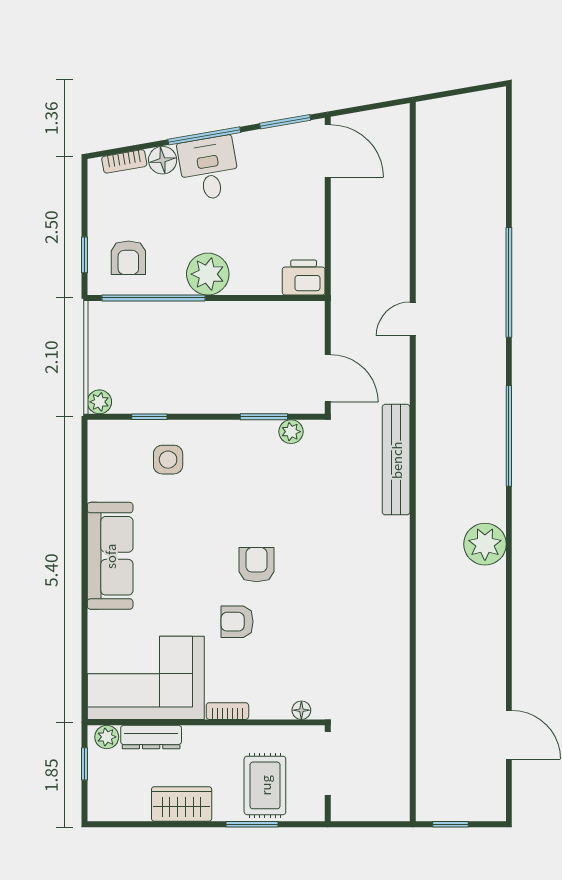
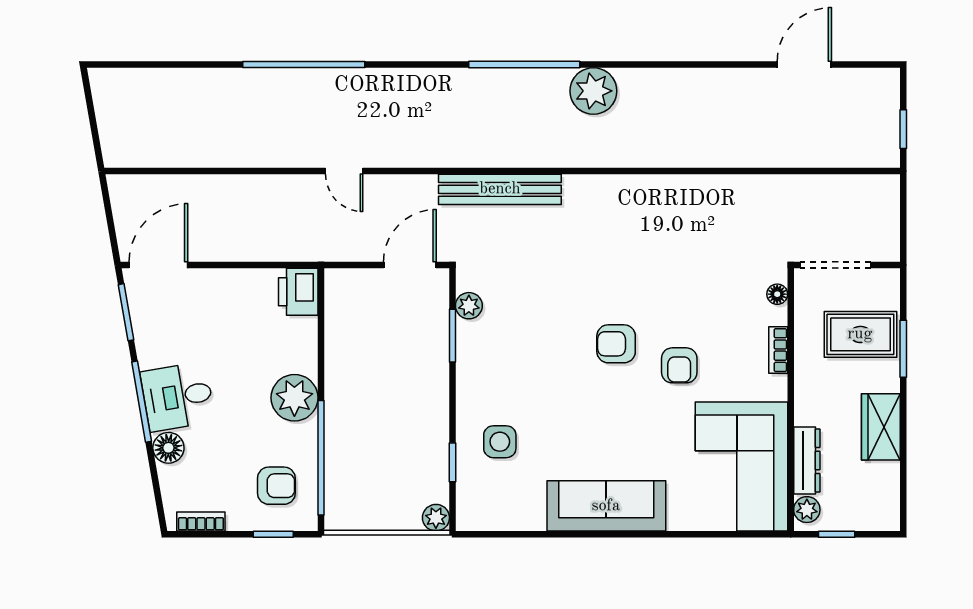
bookcase: (124, 161) -> (201, 521), moved, turned -80
window: (509, 436) -> (524, 65), moved
bookcase: (227, 711) -> (778, 350), moved

